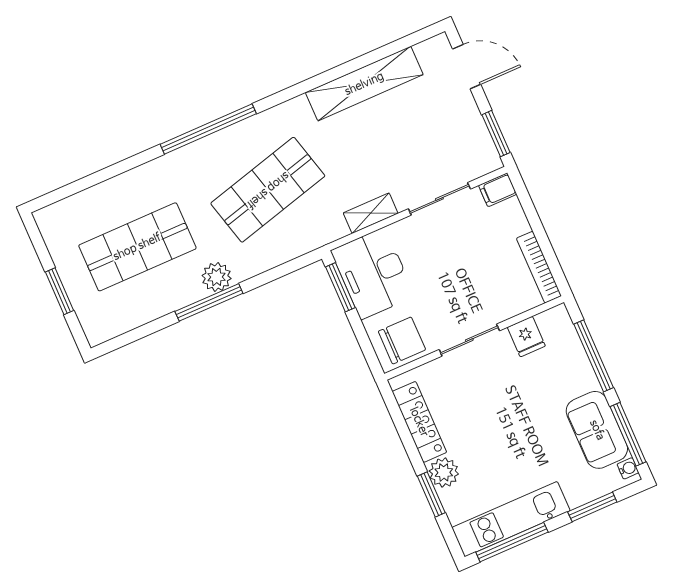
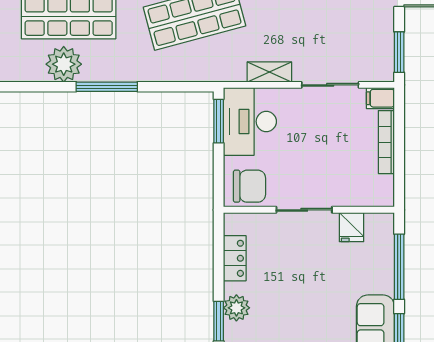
bookcase: (539, 267) -> (386, 142), moved
plant: (217, 277) -> (64, 64), moved, width x1.36, depth x1.36
locker: (419, 422) -> (235, 258), width x0.66

